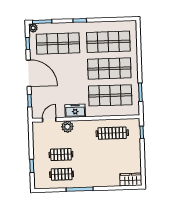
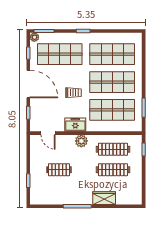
trolley: (72, 80) -> (73, 93), added
door: (49, 120) -> (48, 133), swing flipped
plant: (67, 127) -> (81, 141), moved
clothes rail: (62, 174) -> (113, 170), moved, width x1.36
wardrobe: (131, 180) -> (104, 198), moved

